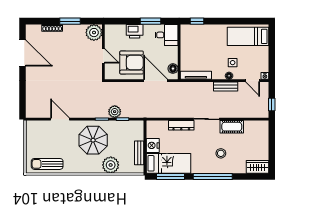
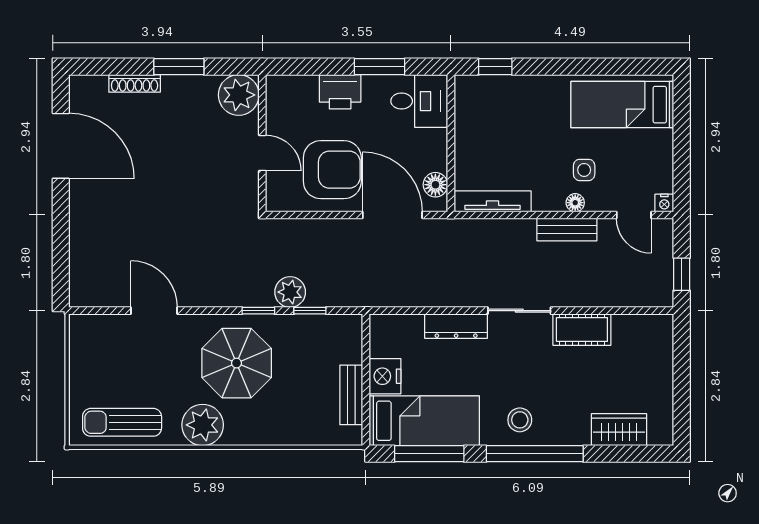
stool: (221, 153) -> (520, 420), moved
plant: (111, 165) -> (203, 425), moved
wardrobe: (257, 167) -> (619, 430), moved

